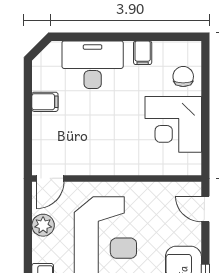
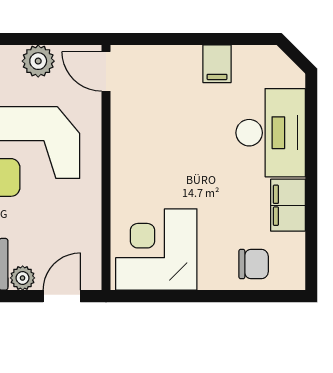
filing cabinet: (143, 53) -> (288, 205), width x2.00
corner desk: (173, 124) -> (156, 250), moved
plant: (193, 236) -> (23, 278), added

